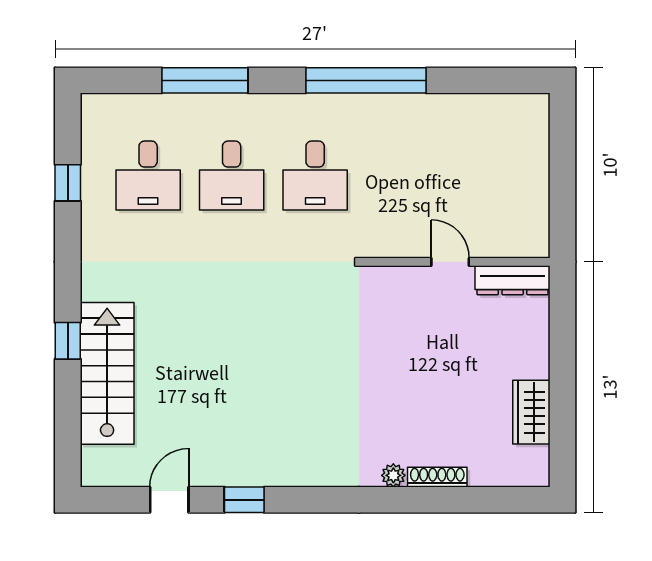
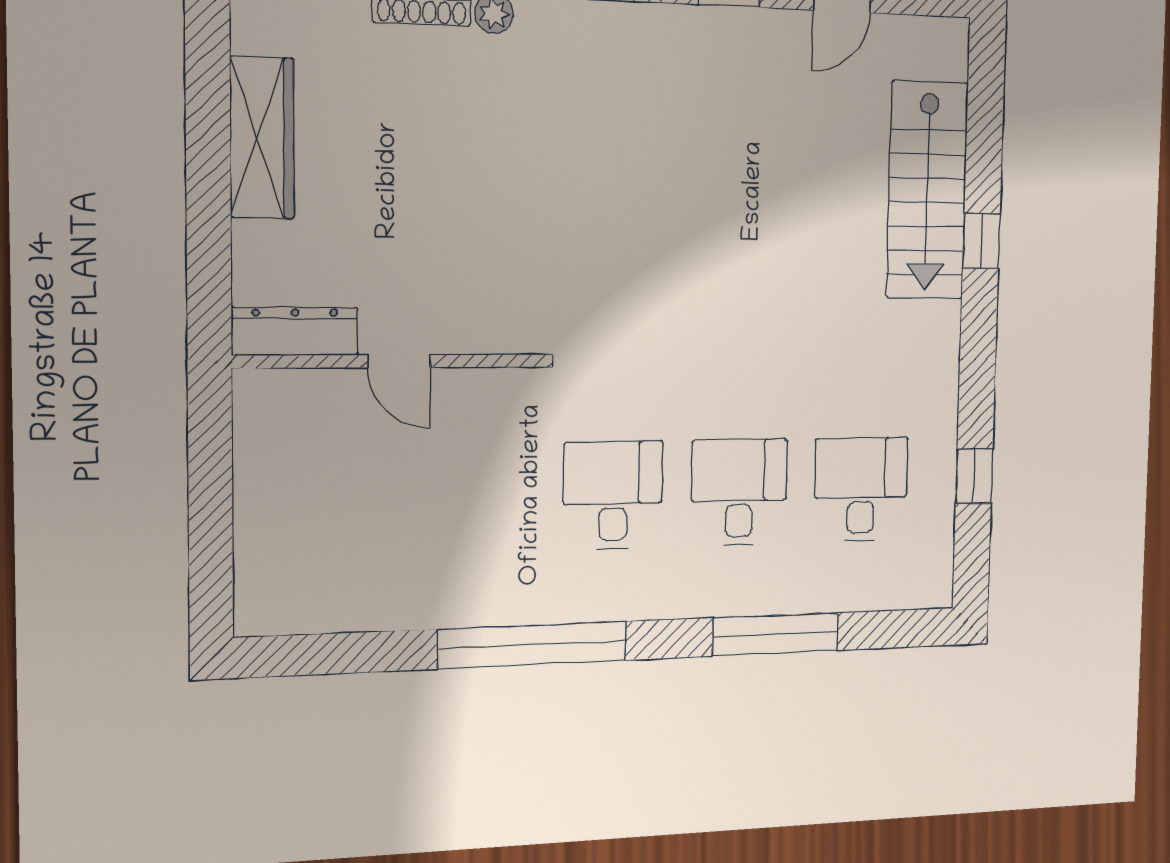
wardrobe: (531, 412) -> (262, 138), width x1.50

